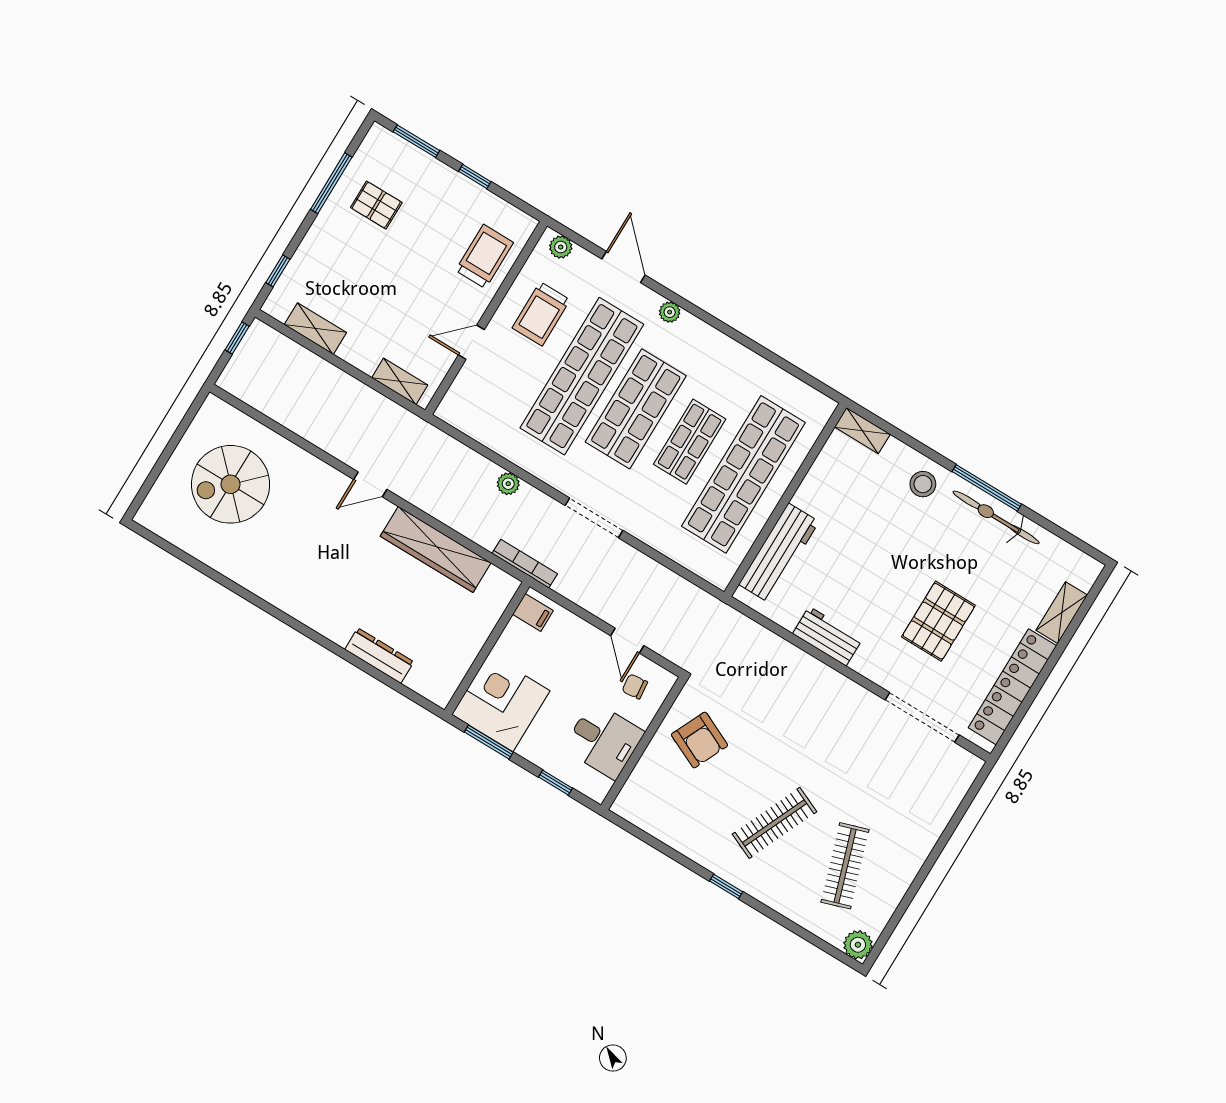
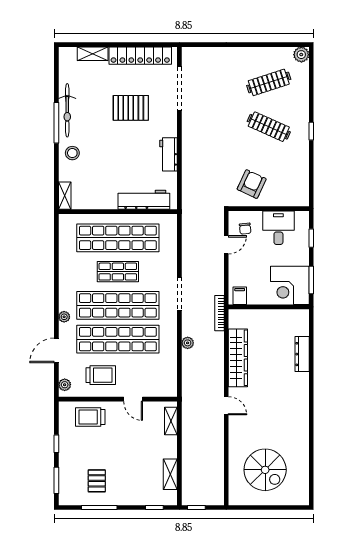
shop shelf: (636, 409) -> (118, 305), width x1.40

